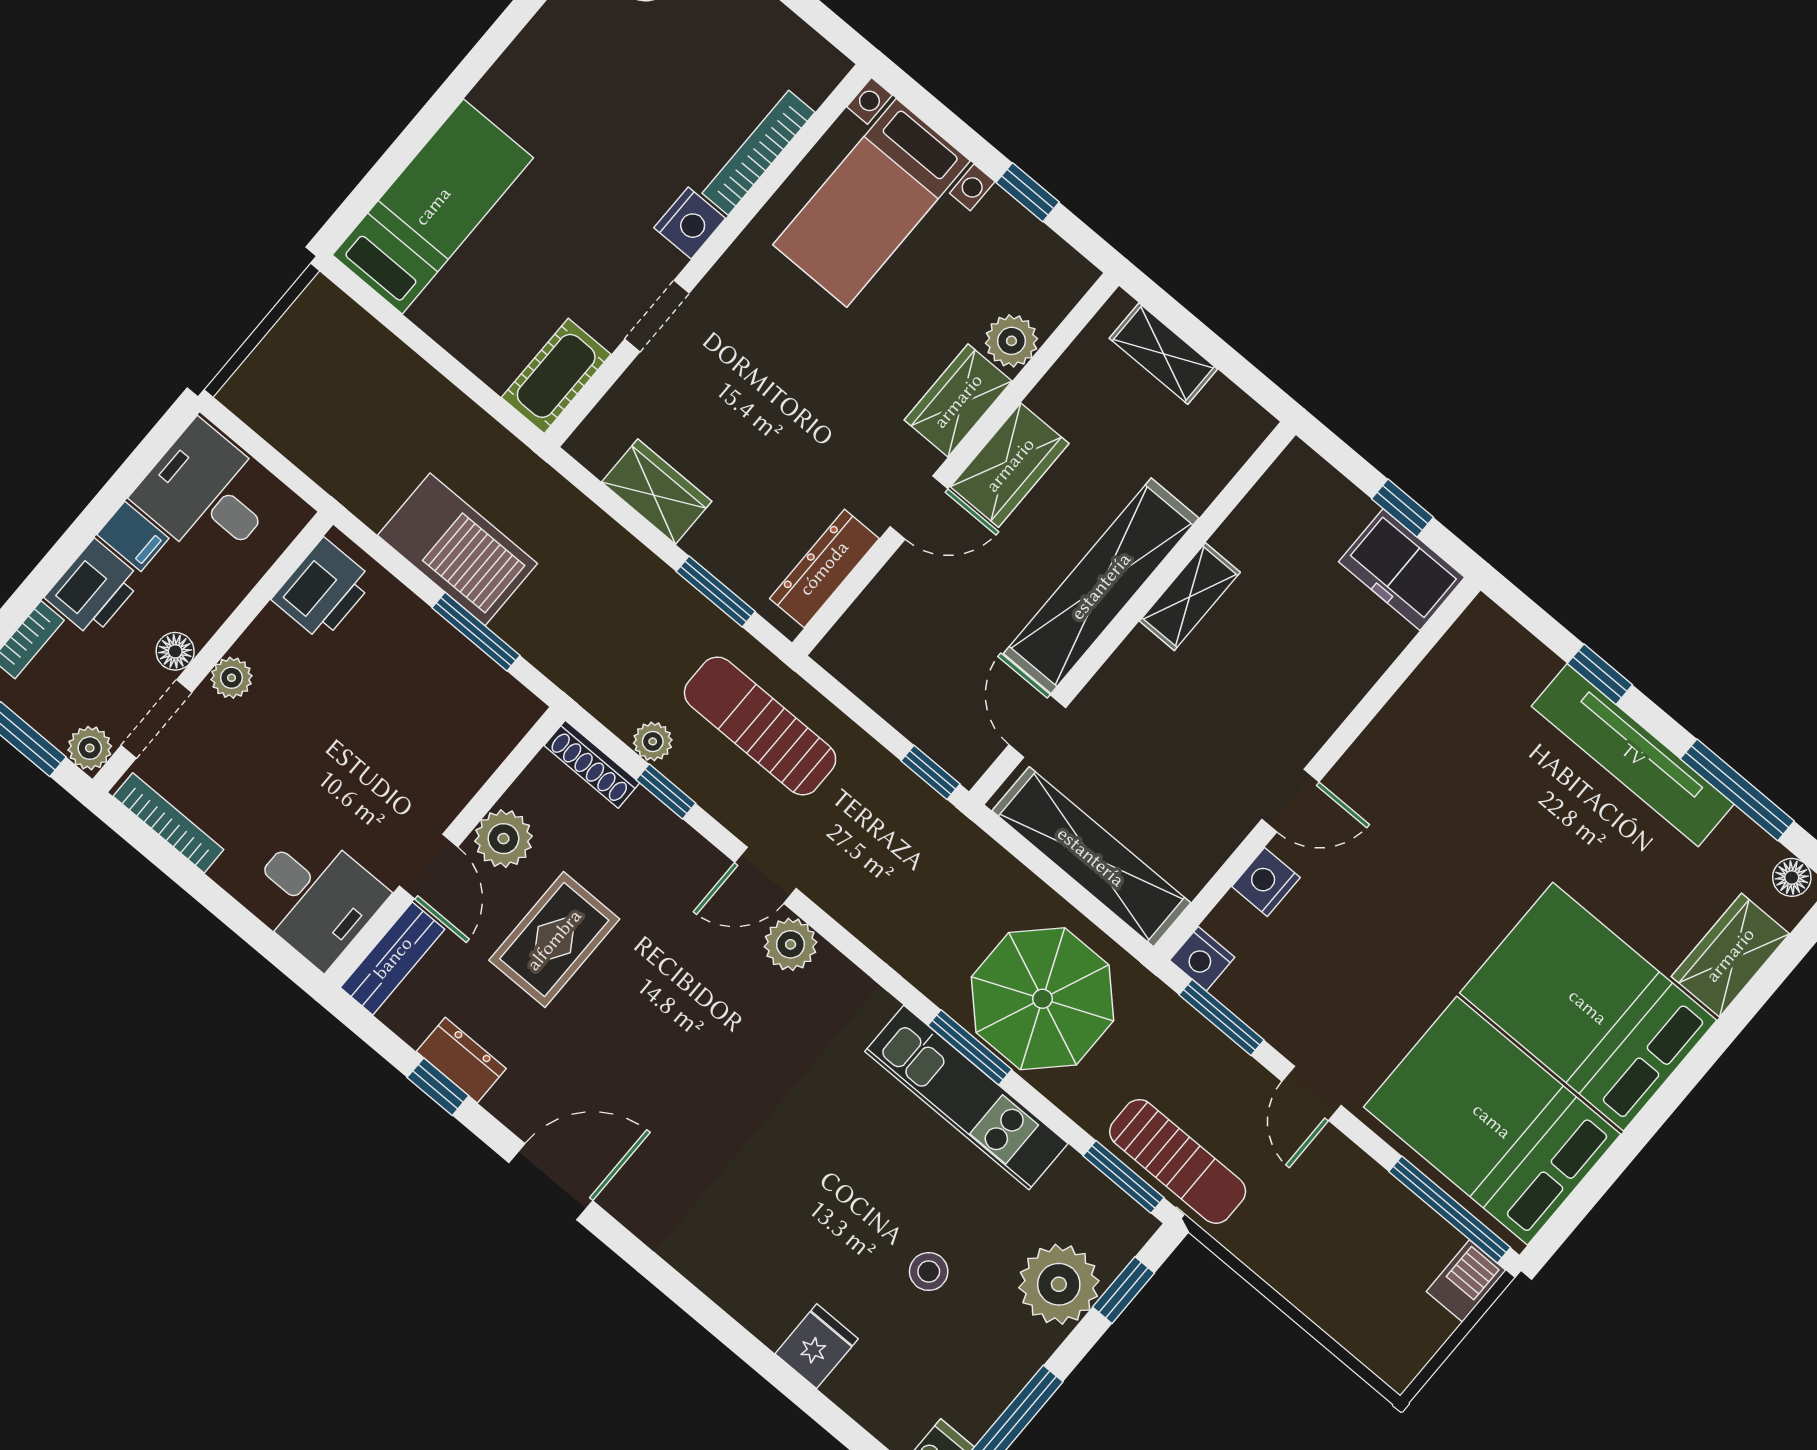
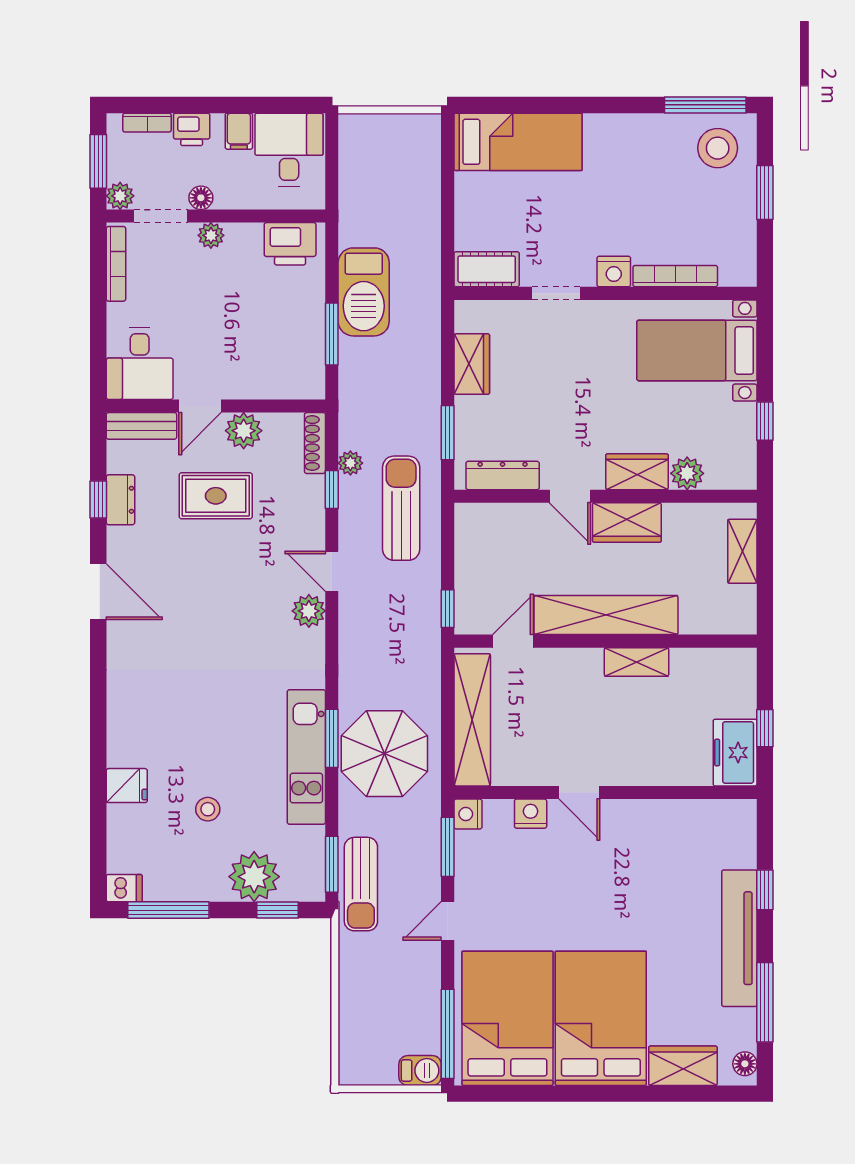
printer: (94, 588) -> (192, 129), width x0.73, depth x0.81

